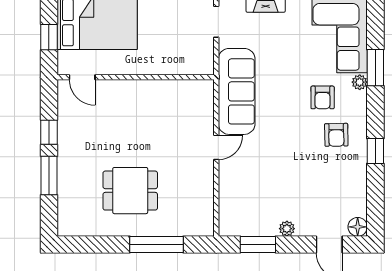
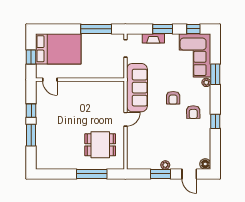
armchair: (323, 97) -> (173, 98), moved
dining table: (130, 191) -> (100, 145), moved
window: (258, 245) -> (161, 174), moved

